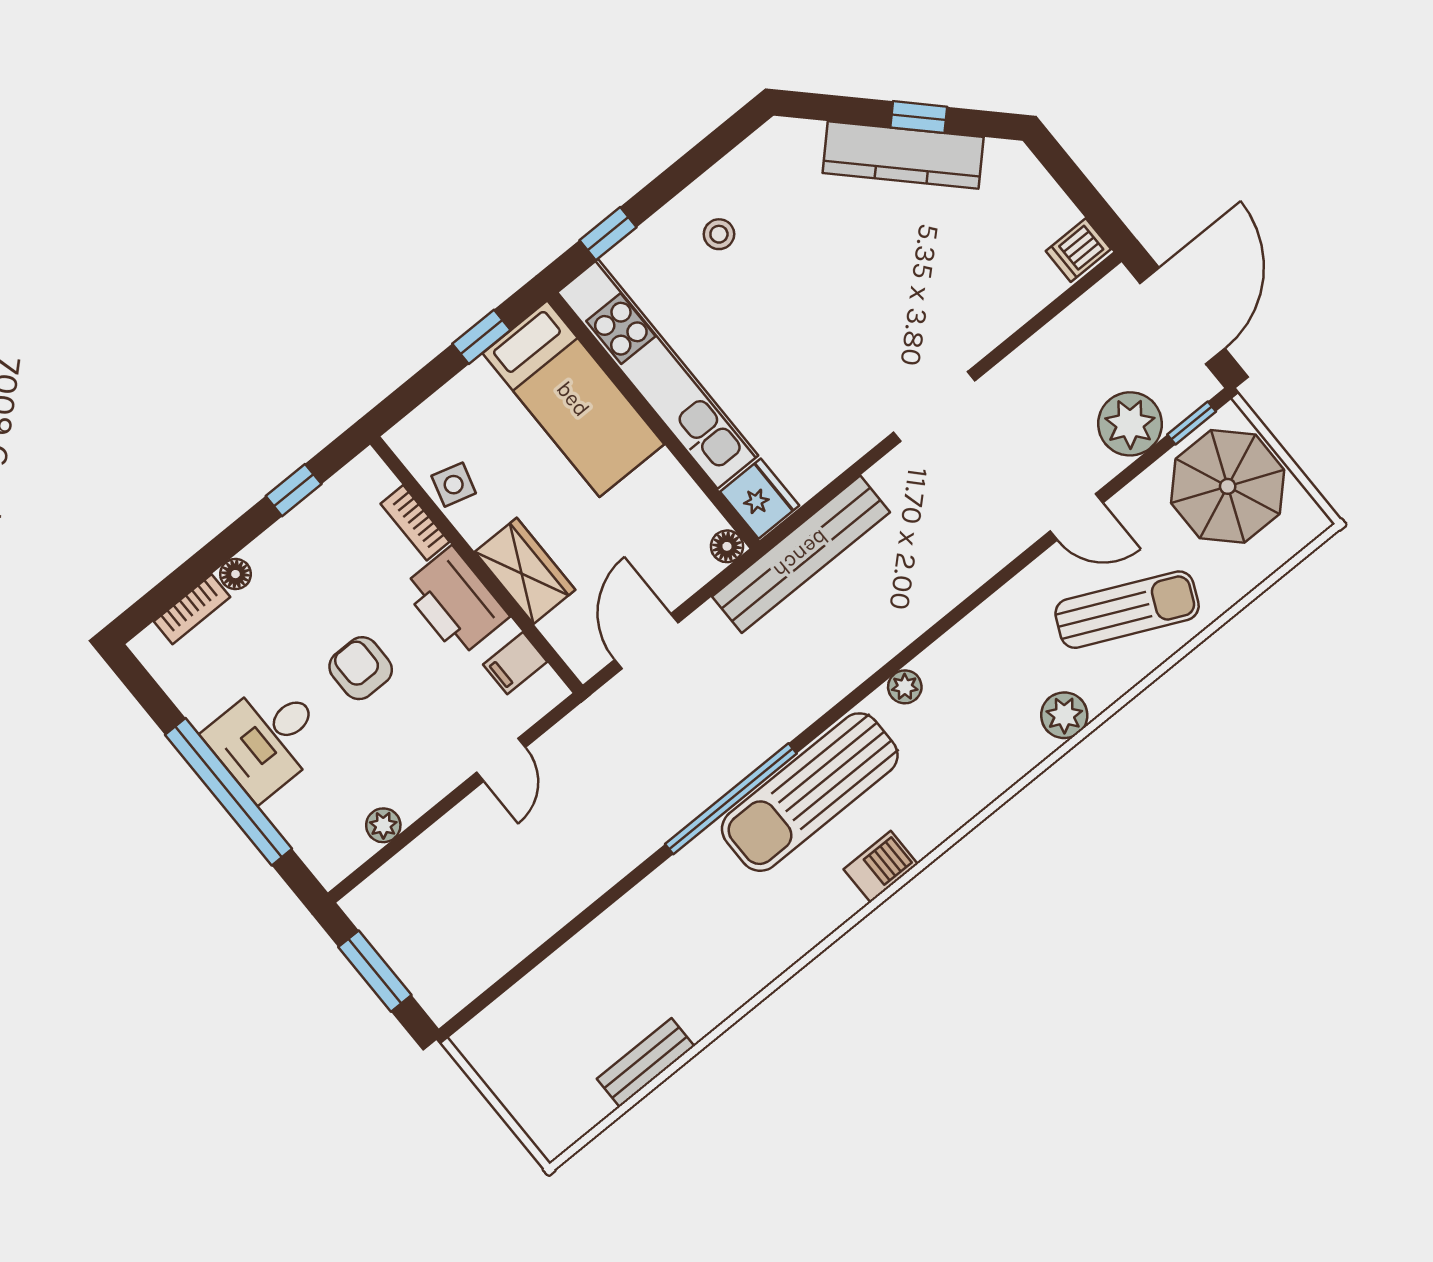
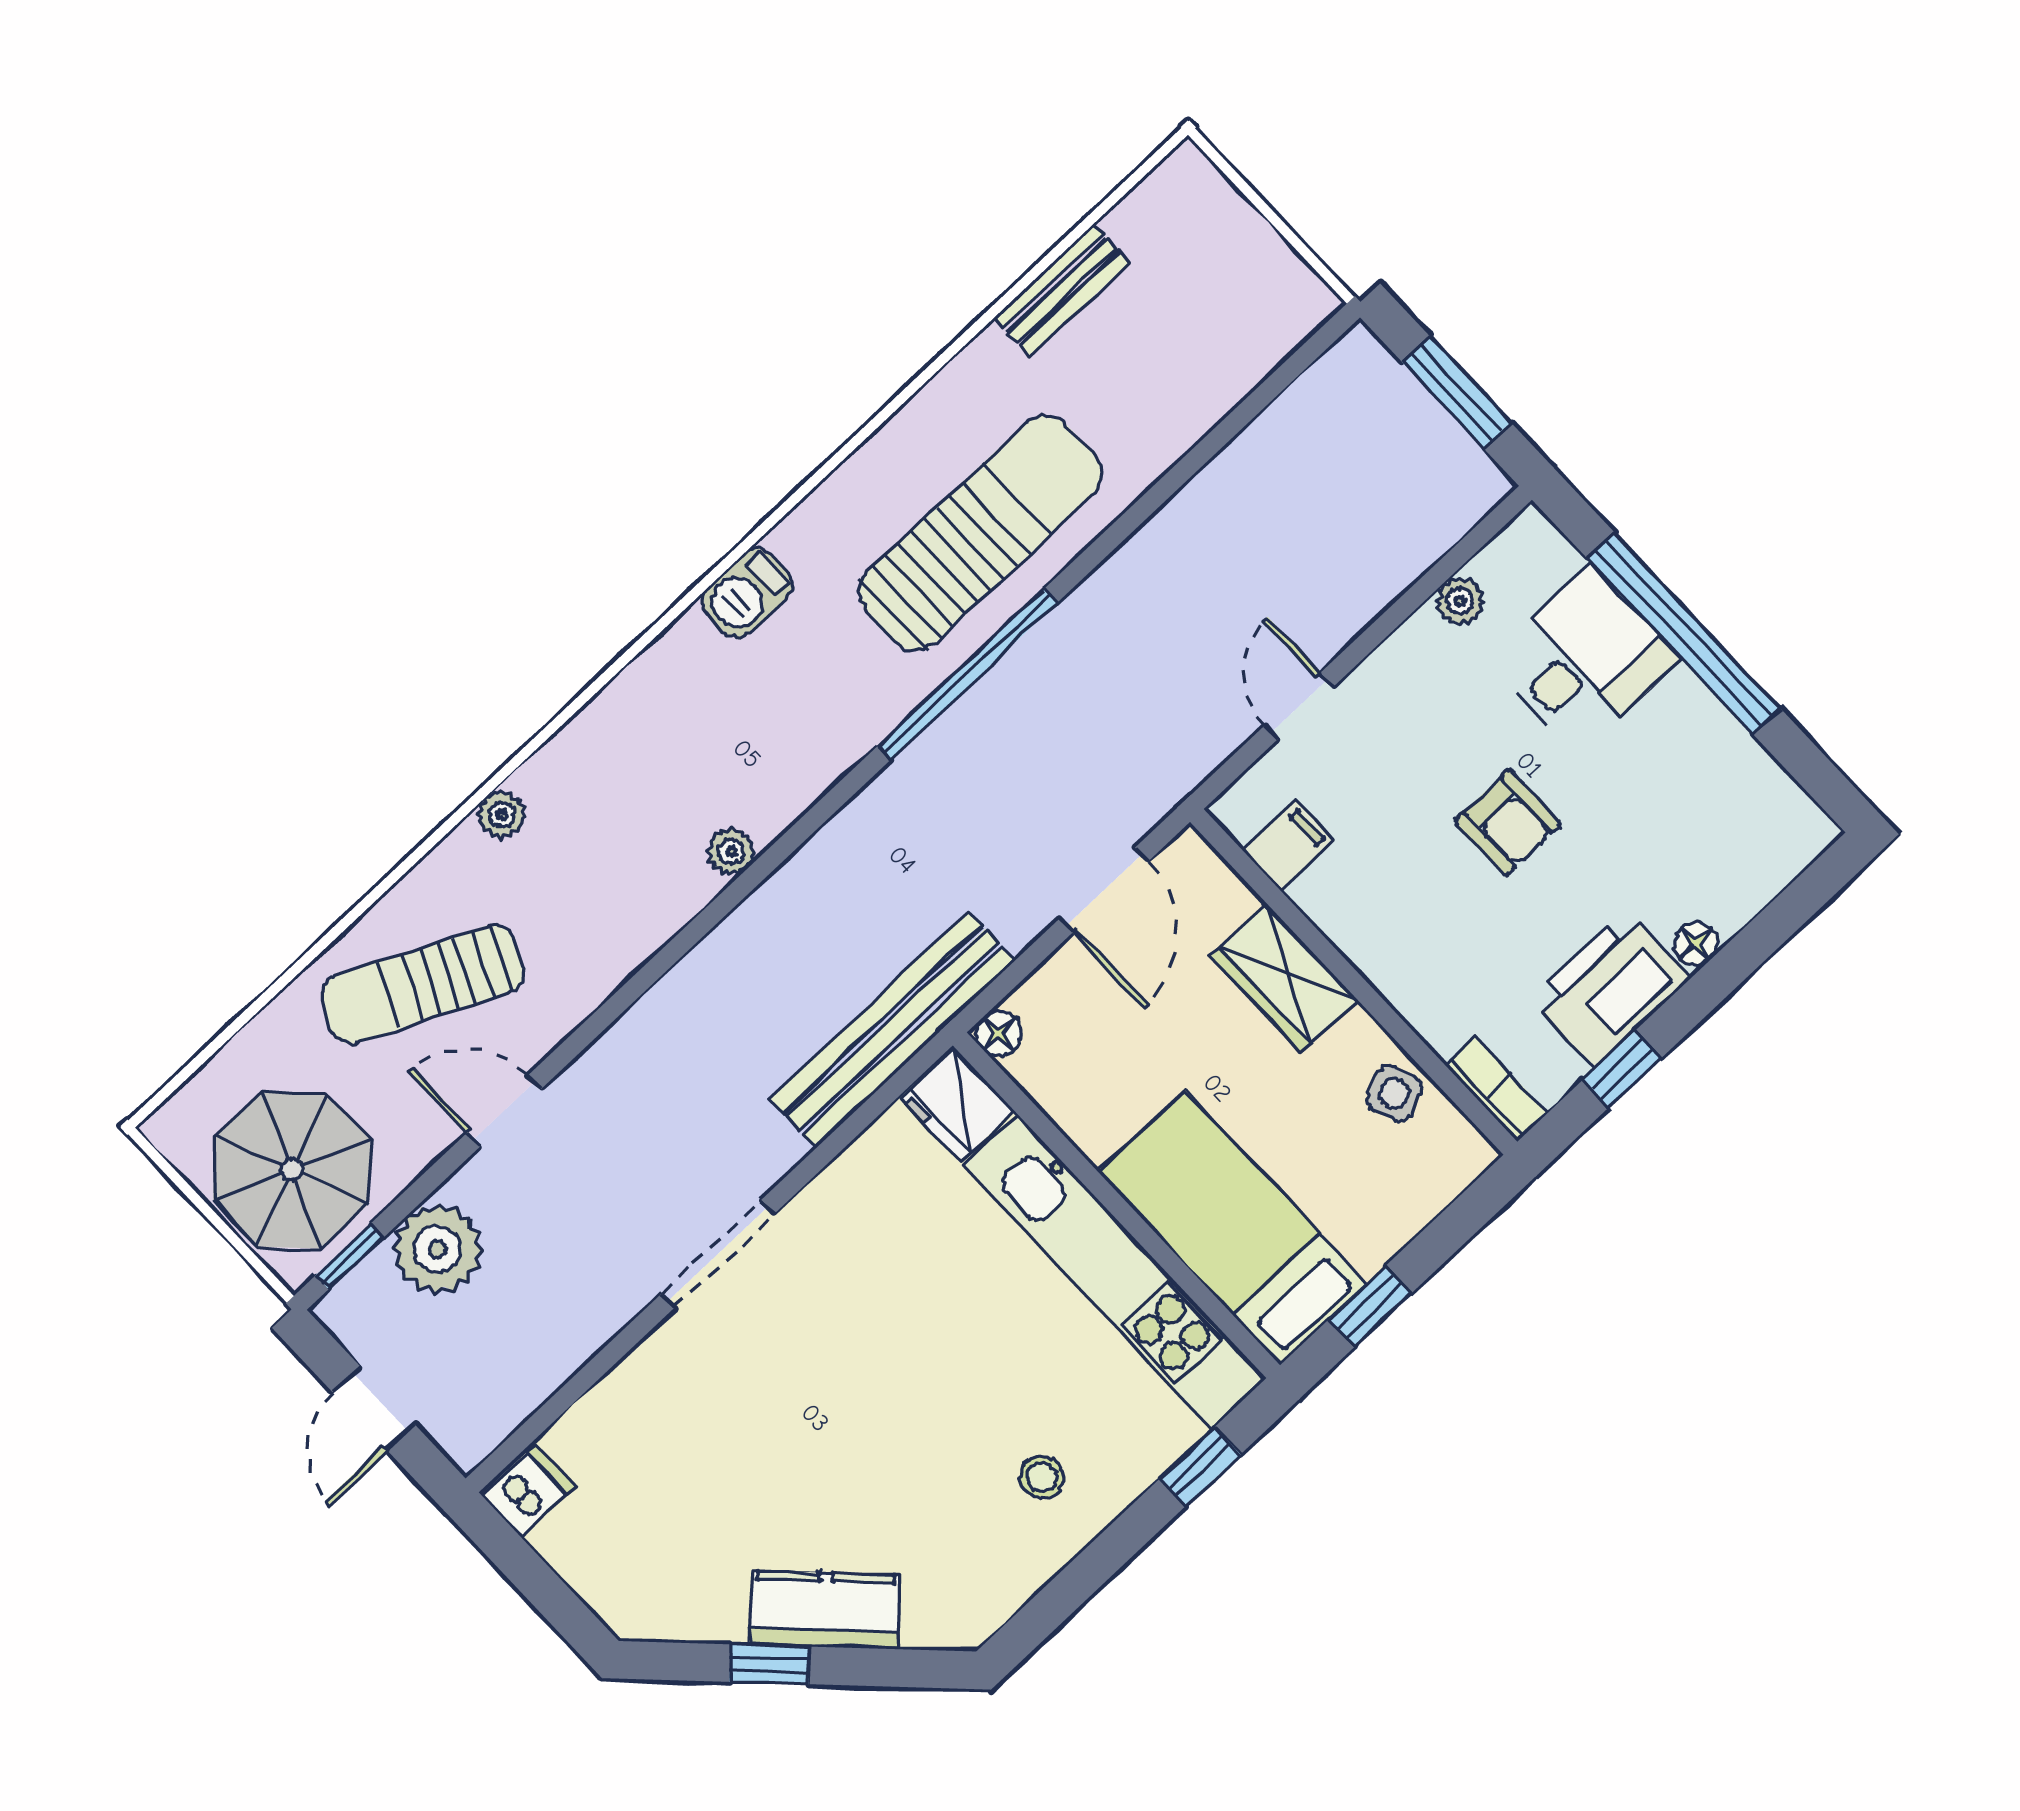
kitchen counter: (903, 155) -> (825, 1610), width x0.67
door: (1182, 316) -> (374, 1408), width x0.53
side table: (454, 485) -> (1394, 1093), turned -37
bookcase: (415, 523) -> (1497, 1089), moved
printer: (455, 602) -> (1610, 989), moved, turned -90
bookcase: (192, 609) -> (1754, 889), removed
plant: (1064, 715) -> (501, 815), width x0.73, depth x0.73
desk: (267, 739) -> (1584, 660), moved
sun lounger: (810, 792) -> (980, 533), moved

